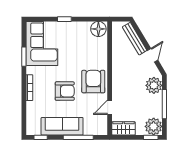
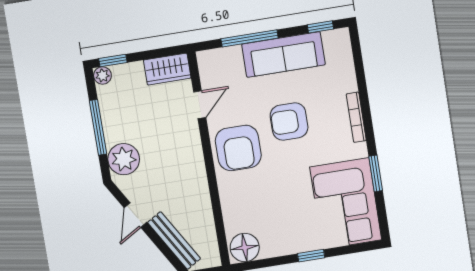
plant: (154, 126) -> (102, 75), width x0.53, depth x0.53

